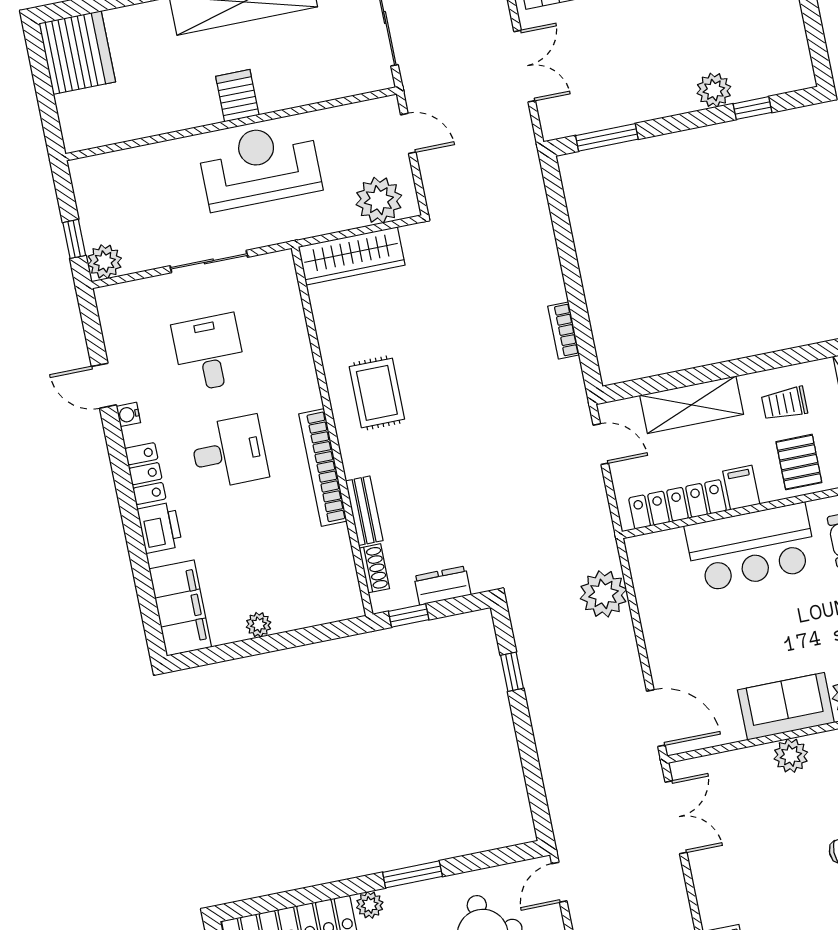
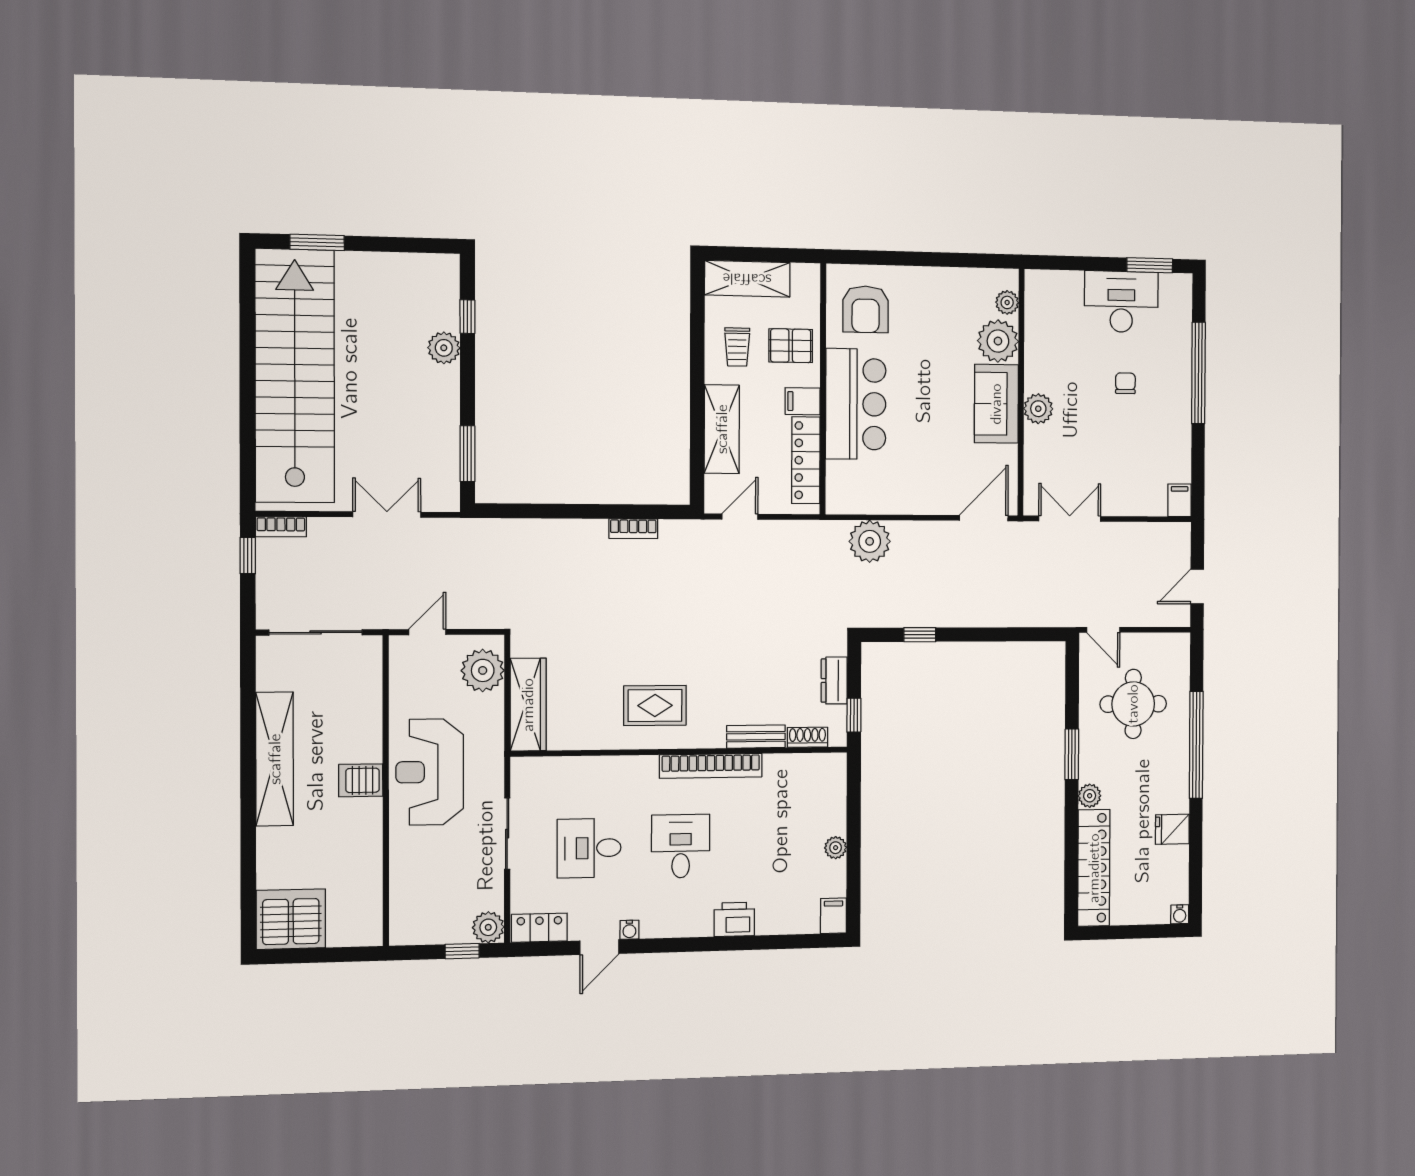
locker: (145, 474) -> (539, 928), moved
filing cabinet: (180, 608) -> (833, 916), width x0.33, depth x0.86

